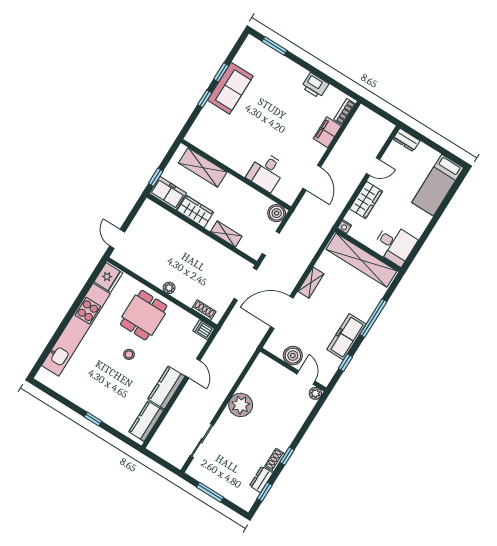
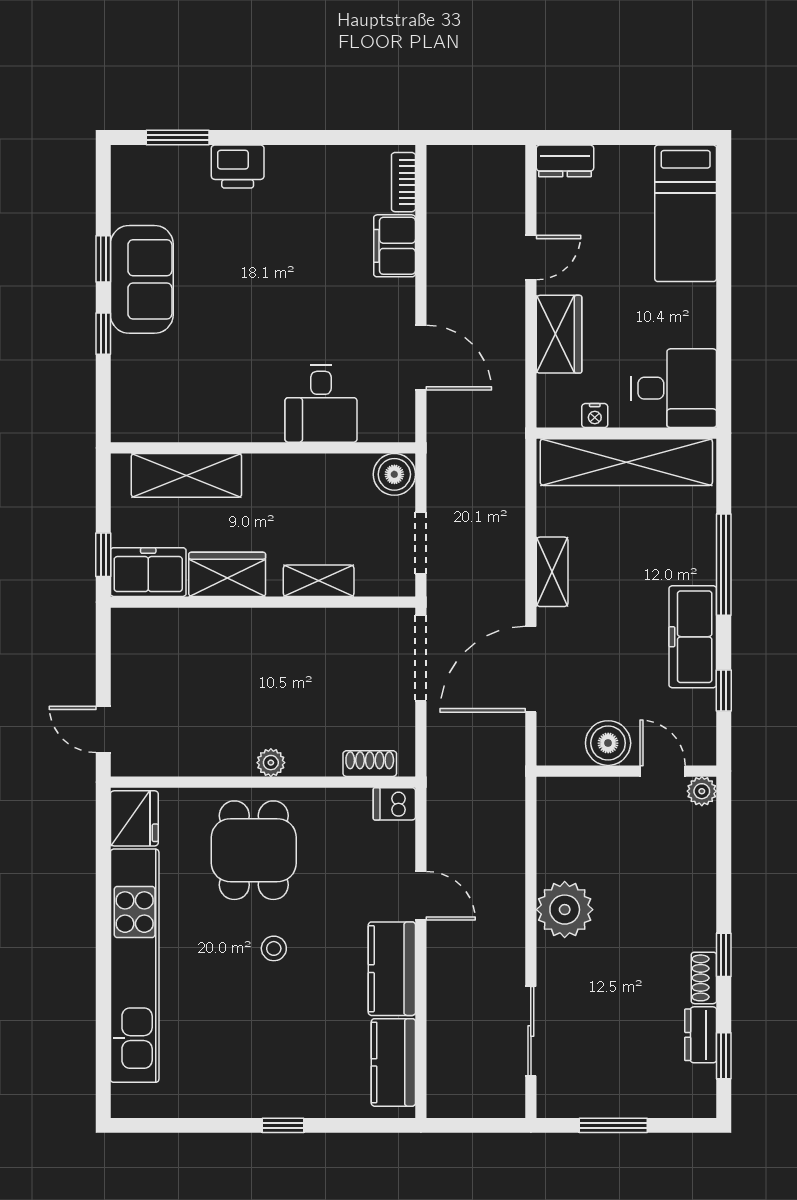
printer: (315, 86) -> (238, 167), moved
nightstand: (345, 227) -> (595, 416), moved

